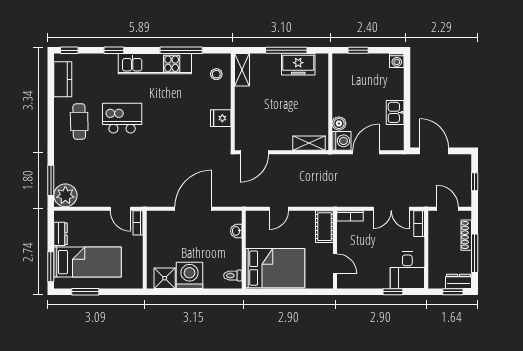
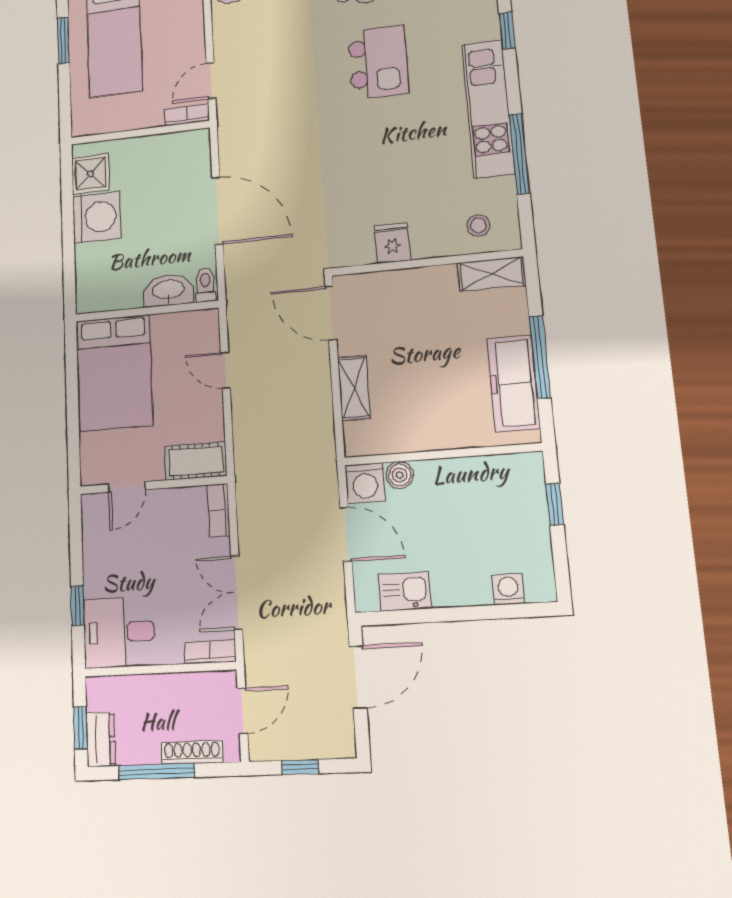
washing machine: (397, 61) -> (508, 589), moved, turned 90
freezer: (298, 64) -> (513, 384), width x1.40
kitchen sink: (395, 112) -> (405, 591), moved
shelving: (309, 143) -> (354, 388), moved
washbasin: (236, 231) -> (168, 290), width x1.91, depth x1.45
toilet: (233, 276) -> (205, 285), moved

